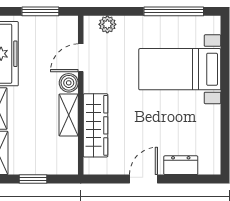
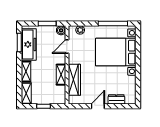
bed with nightstands: (180, 69) -> (116, 52), width x1.36
boiler: (69, 83) -> (61, 30), moved

